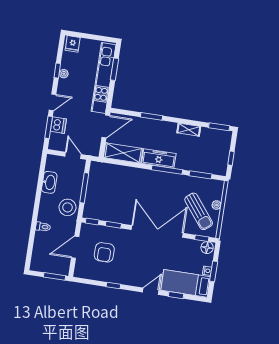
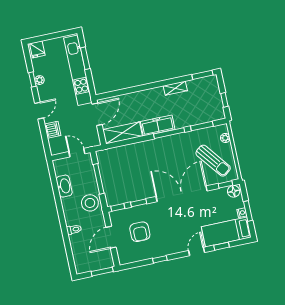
window: (152, 116) -> (136, 89), removed
window: (49, 127) -> (44, 135), removed
plant: (217, 205) -> (225, 138), moved

